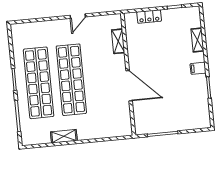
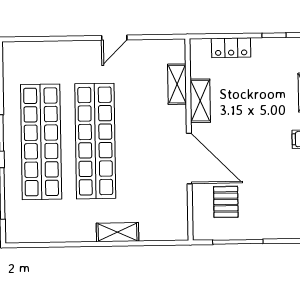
shelving: (133, 50) -> (200, 101), added
pallet: (153, 110) -> (226, 202), added
shelving: (64, 136) -> (118, 232), moved

